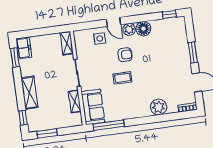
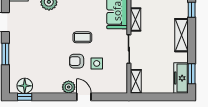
floor lamp: (143, 29) -> (25, 86), moved
side table: (100, 38) -> (97, 63), moved
freezer: (24, 48) -> (181, 78), width x1.40

